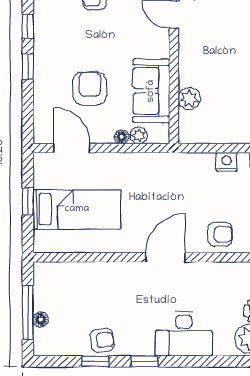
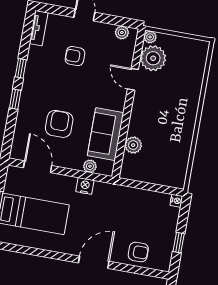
floor lamp: (122, 137) -> (77, 165), removed
nightstand: (226, 162) -> (85, 186), moved

